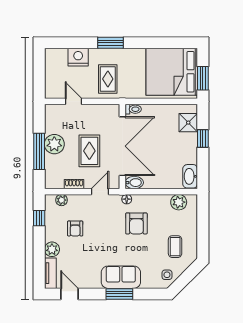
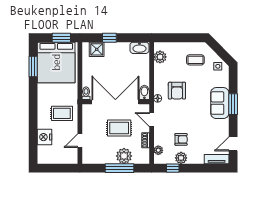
window: (111, 43) -> (33, 67), moved
plant: (54, 144) -> (124, 156), moved
armchair: (136, 223) -> (177, 91), turned 90
plant: (52, 249) -> (181, 158), moved

